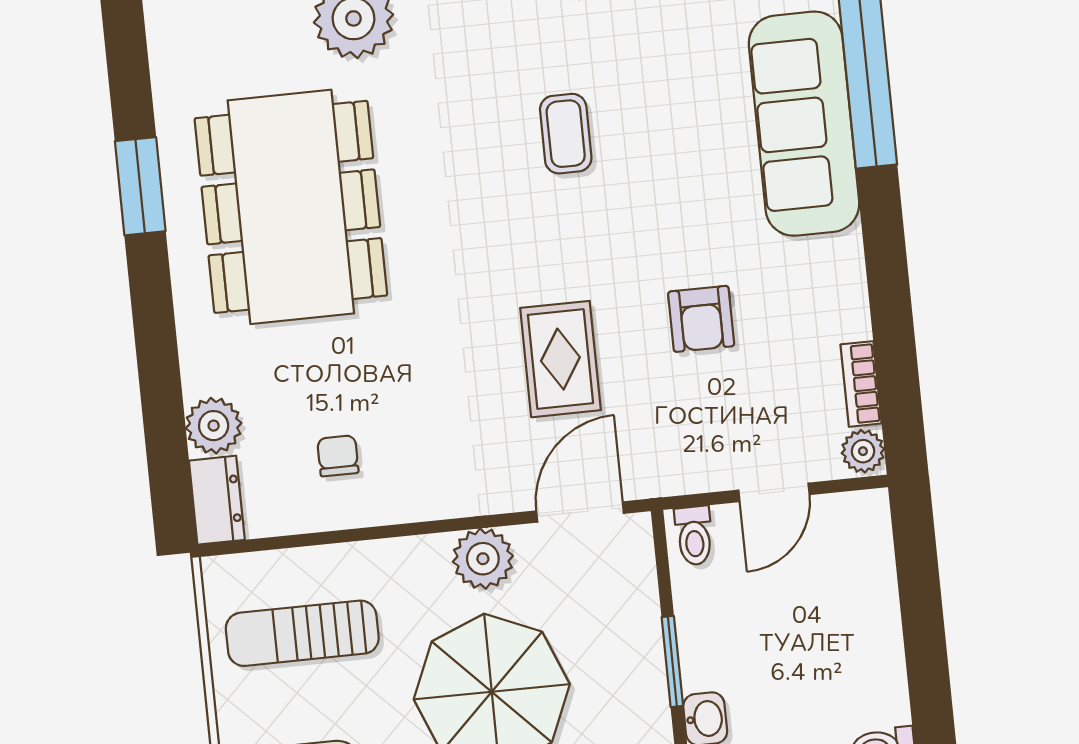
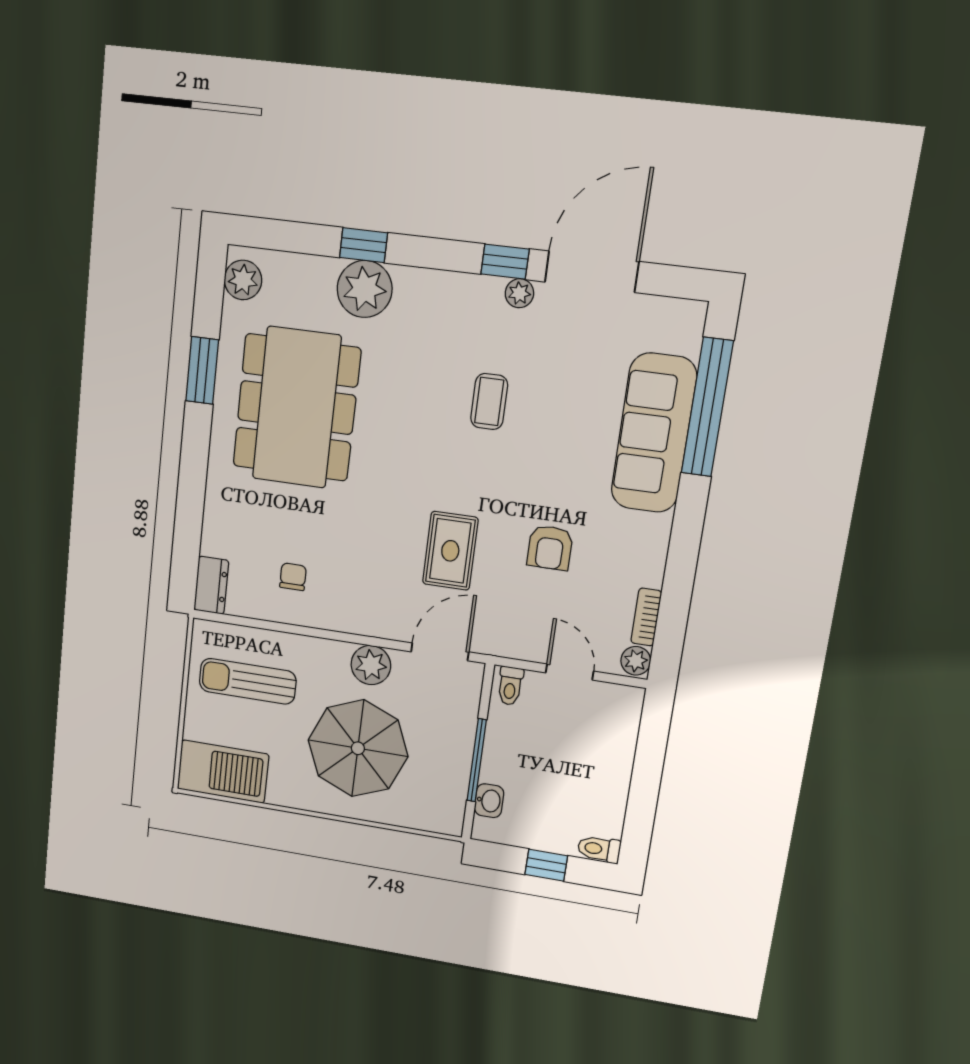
plant: (214, 426) -> (243, 280), moved
door: (774, 492) -> (570, 672), swing flipped
window: (672, 662) -> (477, 760), width x1.44

